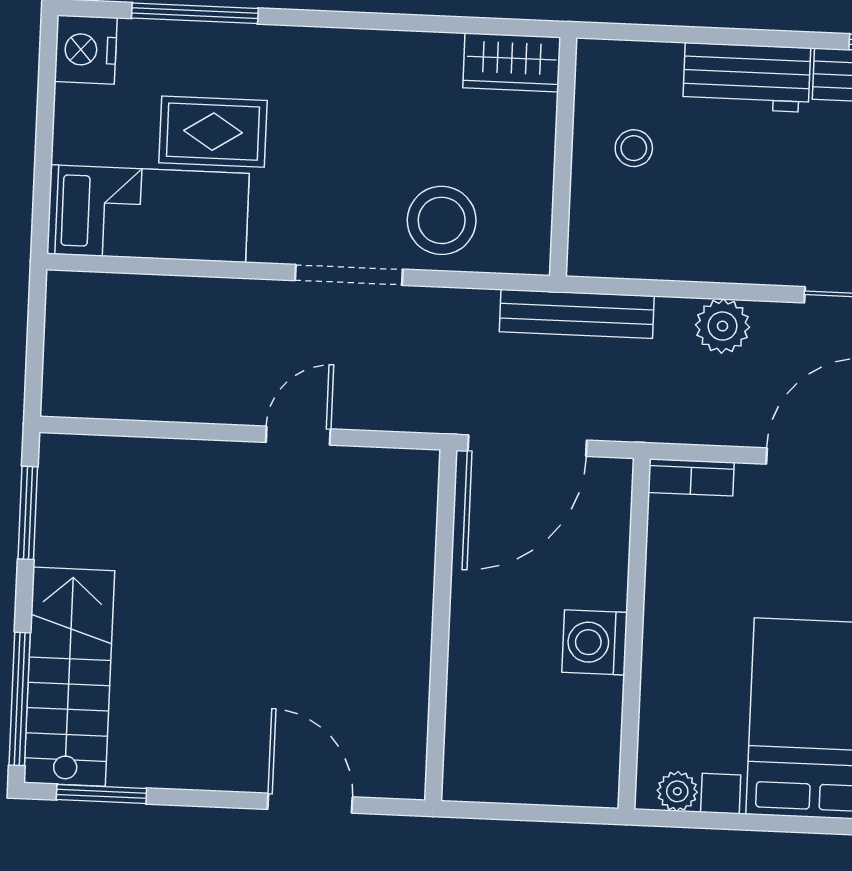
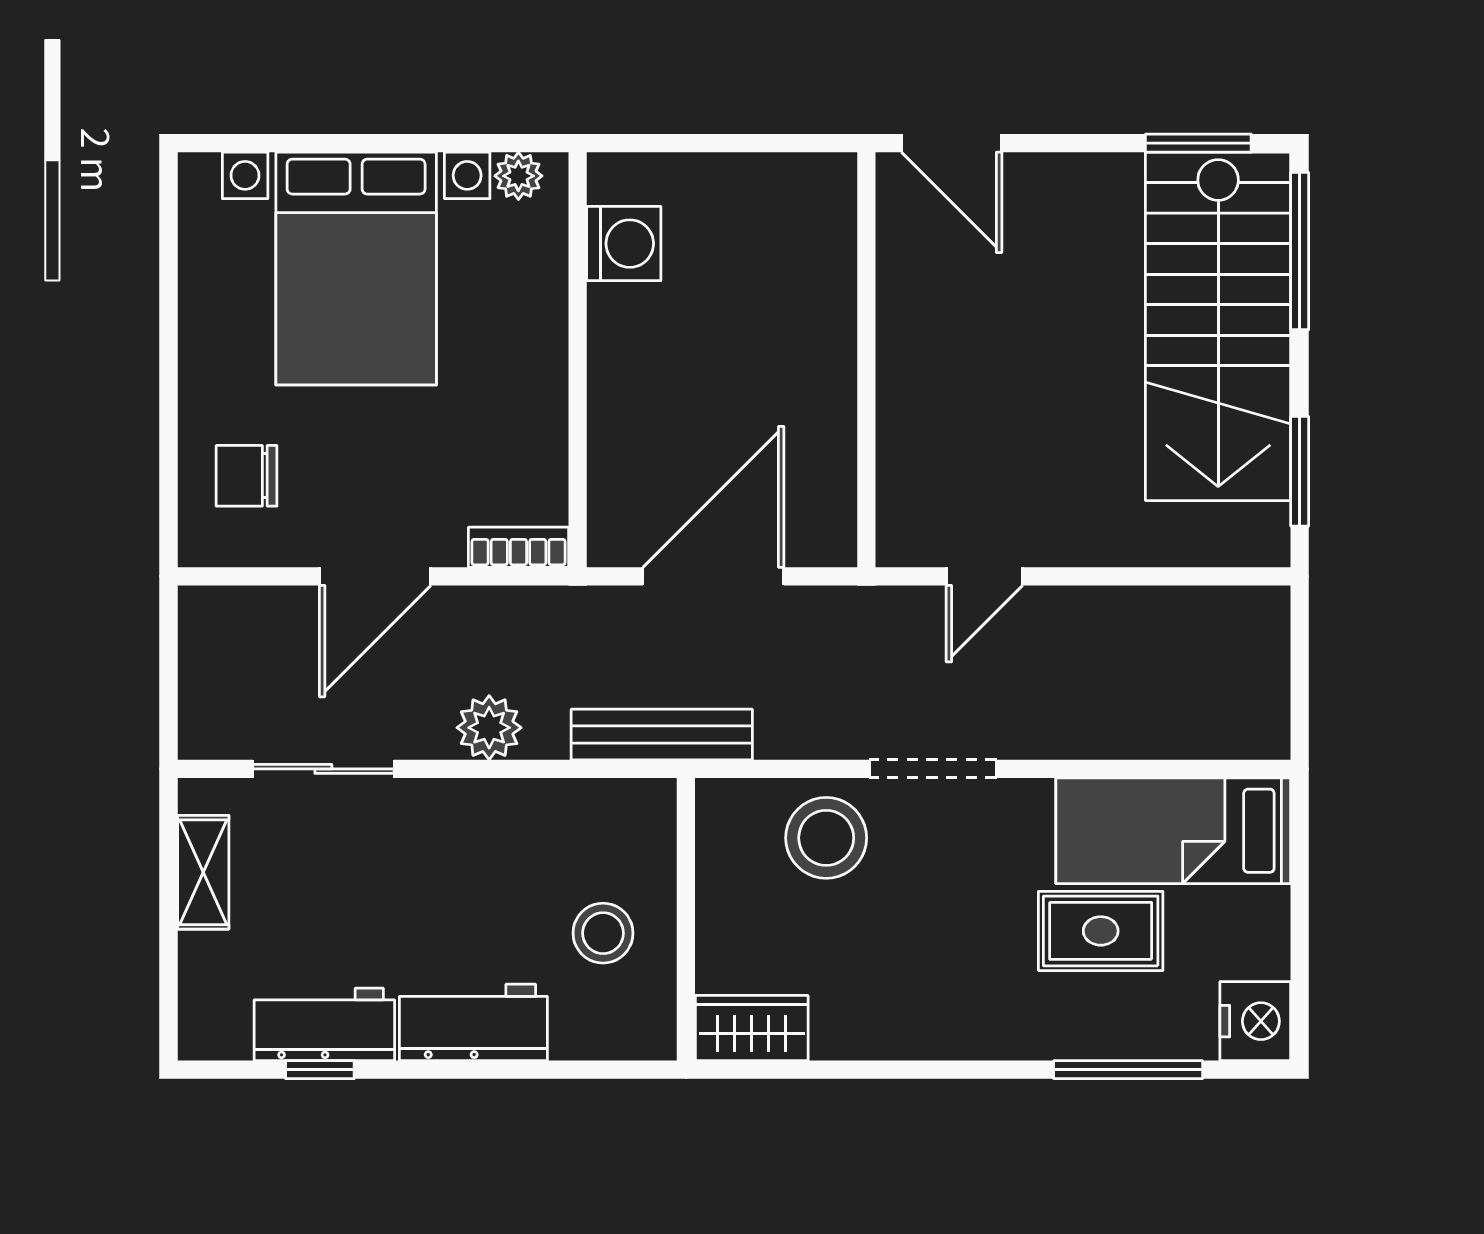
stool: (634, 148) -> (603, 933), width x1.37, depth x1.37
wall: (441, 625) -> (866, 360), moved
washing machine: (595, 642) -> (624, 244), moved
stairs: (69, 677) -> (1218, 326), width x1.36, depth x1.51

